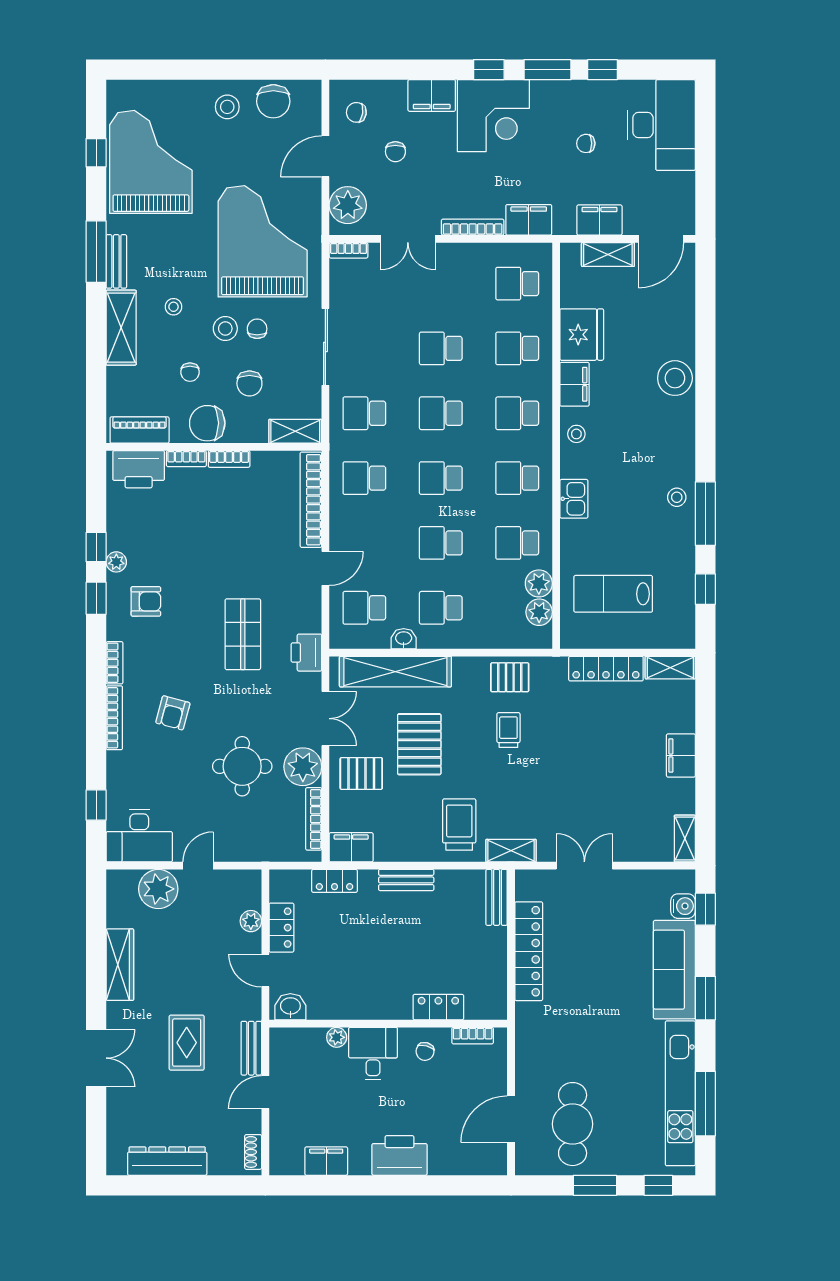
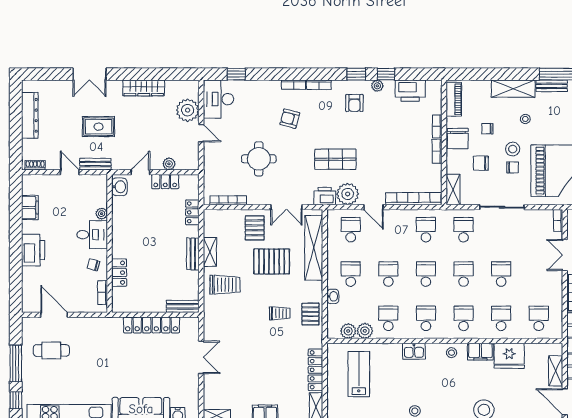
chair: (207, 423) -> (458, 139), turned 180
printer: (139, 469) -> (410, 91), moved, turned -90
washbasin: (404, 639) -> (333, 296), moved
bookcase: (114, 718) -> (294, 85), width x0.64
plant: (303, 767) -> (348, 194), moved
filing cabinet: (351, 847) -> (212, 222), removed
shelving: (511, 851) -> (210, 252), moved
cafe table: (573, 1124) -> (51, 350), width x0.73, depth x0.74
window: (595, 1185) -> (16, 363), width x1.44

